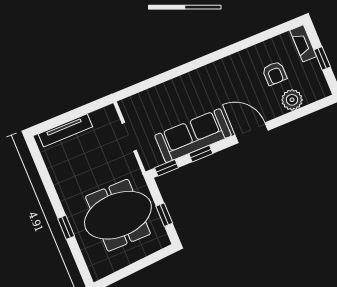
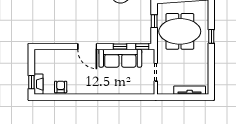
window: (322, 58) -> (31, 82), moved
armchair: (275, 73) -> (61, 87), moved
plant: (292, 100) -> (57, 55), removed

